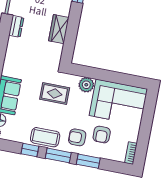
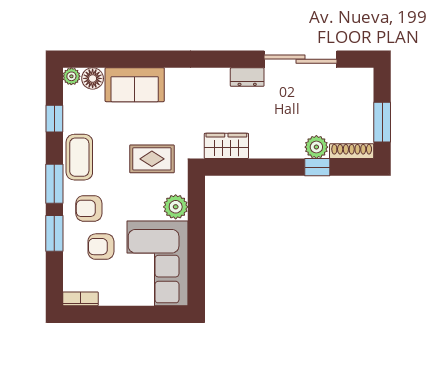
wardrobe: (59, 29) -> (226, 146), moved
rug: (55, 94) -> (152, 159), turned 90
armchair: (77, 137) -> (89, 208), turned -90
window: (30, 150) -> (54, 119), moved

